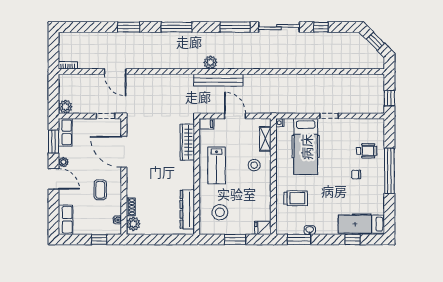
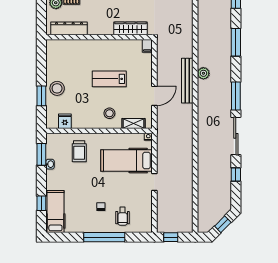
filing cabinet: (206, 124) -> (147, 46), moved
wardrobe: (187, 142) -> (130, 28), moved
wall: (197, 176) -> (99, 37), moved
dresser: (187, 209) -> (69, 28), moved
stool: (220, 212) -> (57, 88), moved
fridge: (263, 228) -> (65, 121), moved

